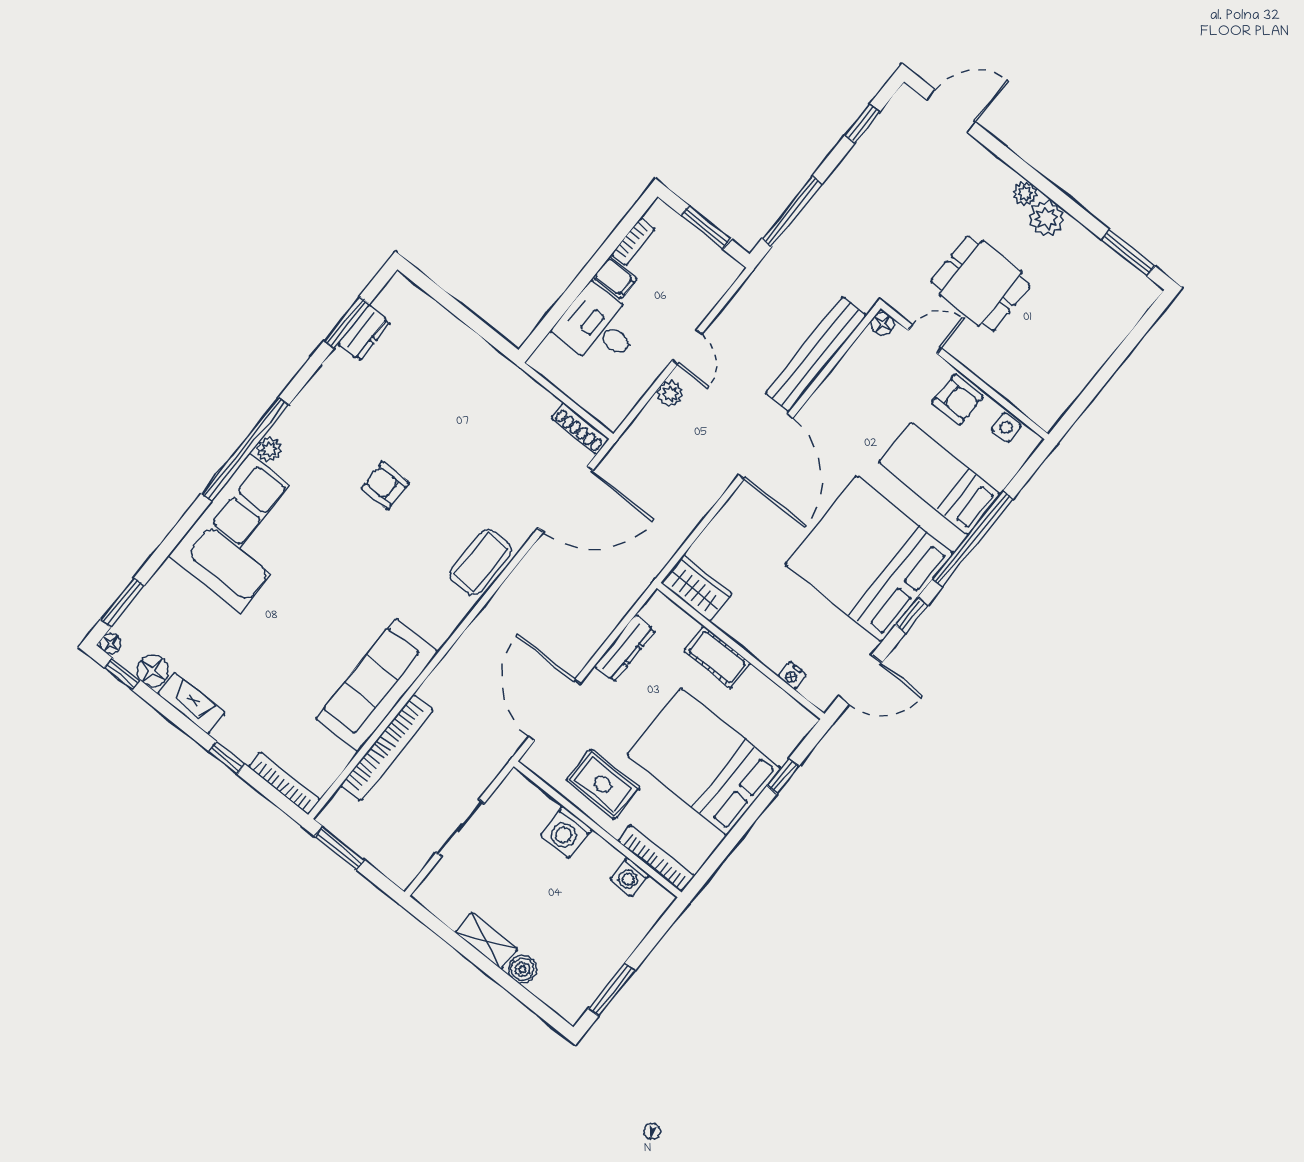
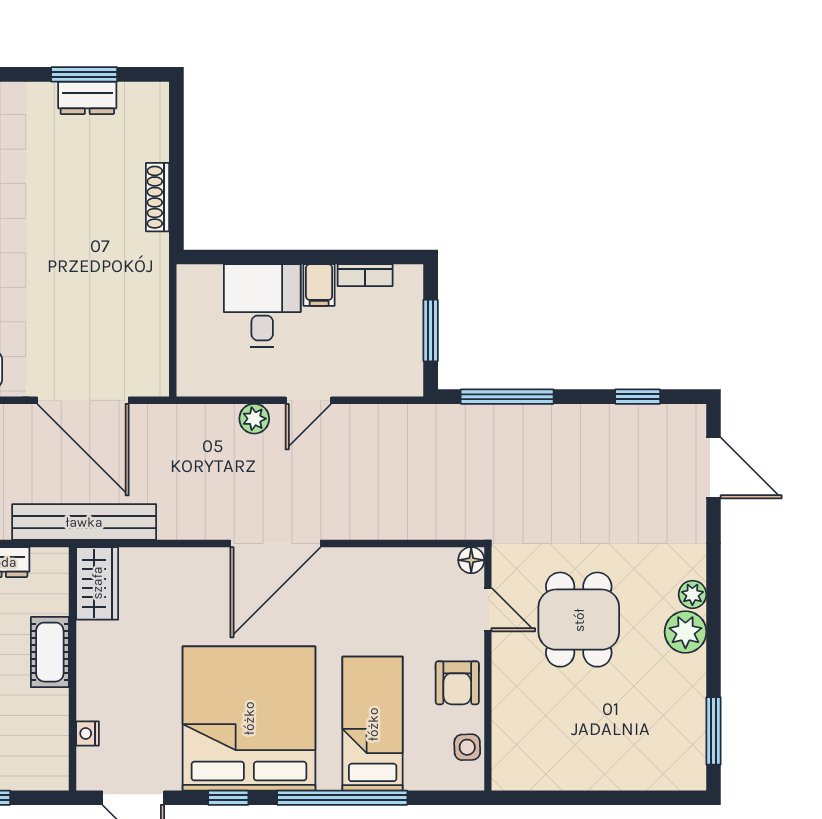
bench: (816, 354) -> (84, 522), moved
shoe rack: (580, 428) -> (158, 197), moved

